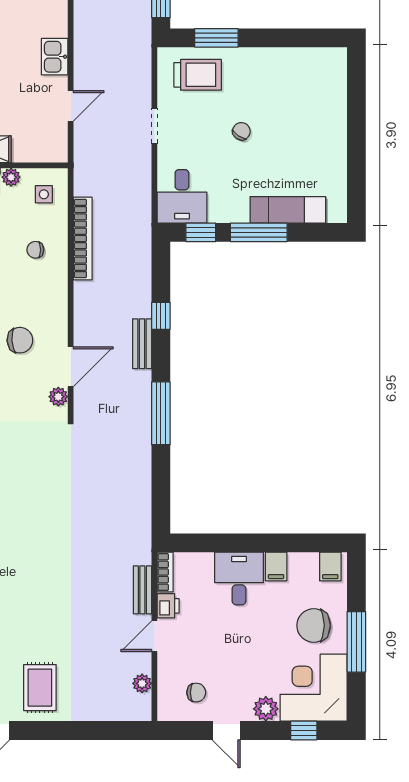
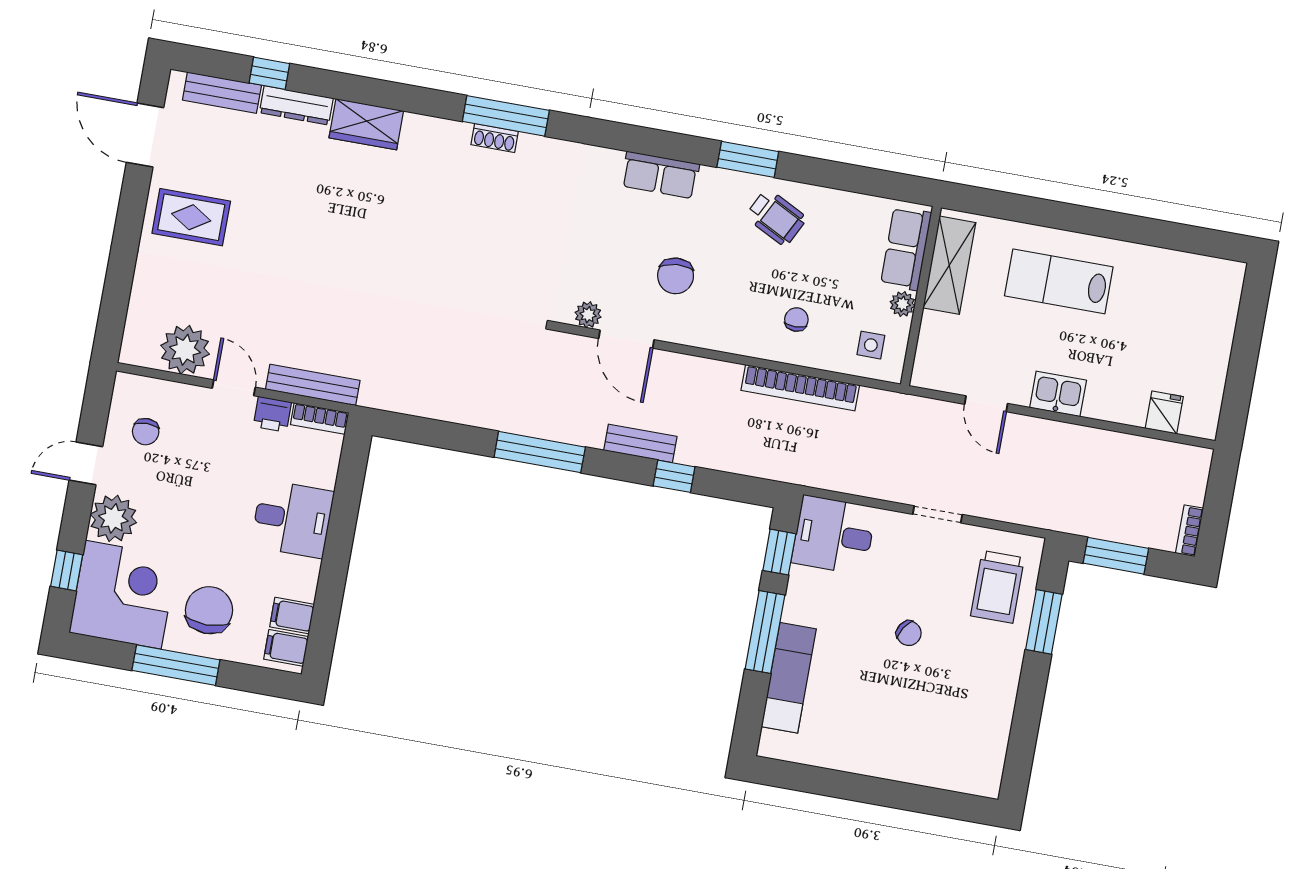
filing cabinet: (276, 567) -> (292, 616), moved
bench: (142, 590) -> (313, 385), width x1.36
plant: (142, 683) -> (185, 350), width x1.87, depth x1.87
plant: (266, 709) -> (113, 518), width x1.36, depth x1.36

